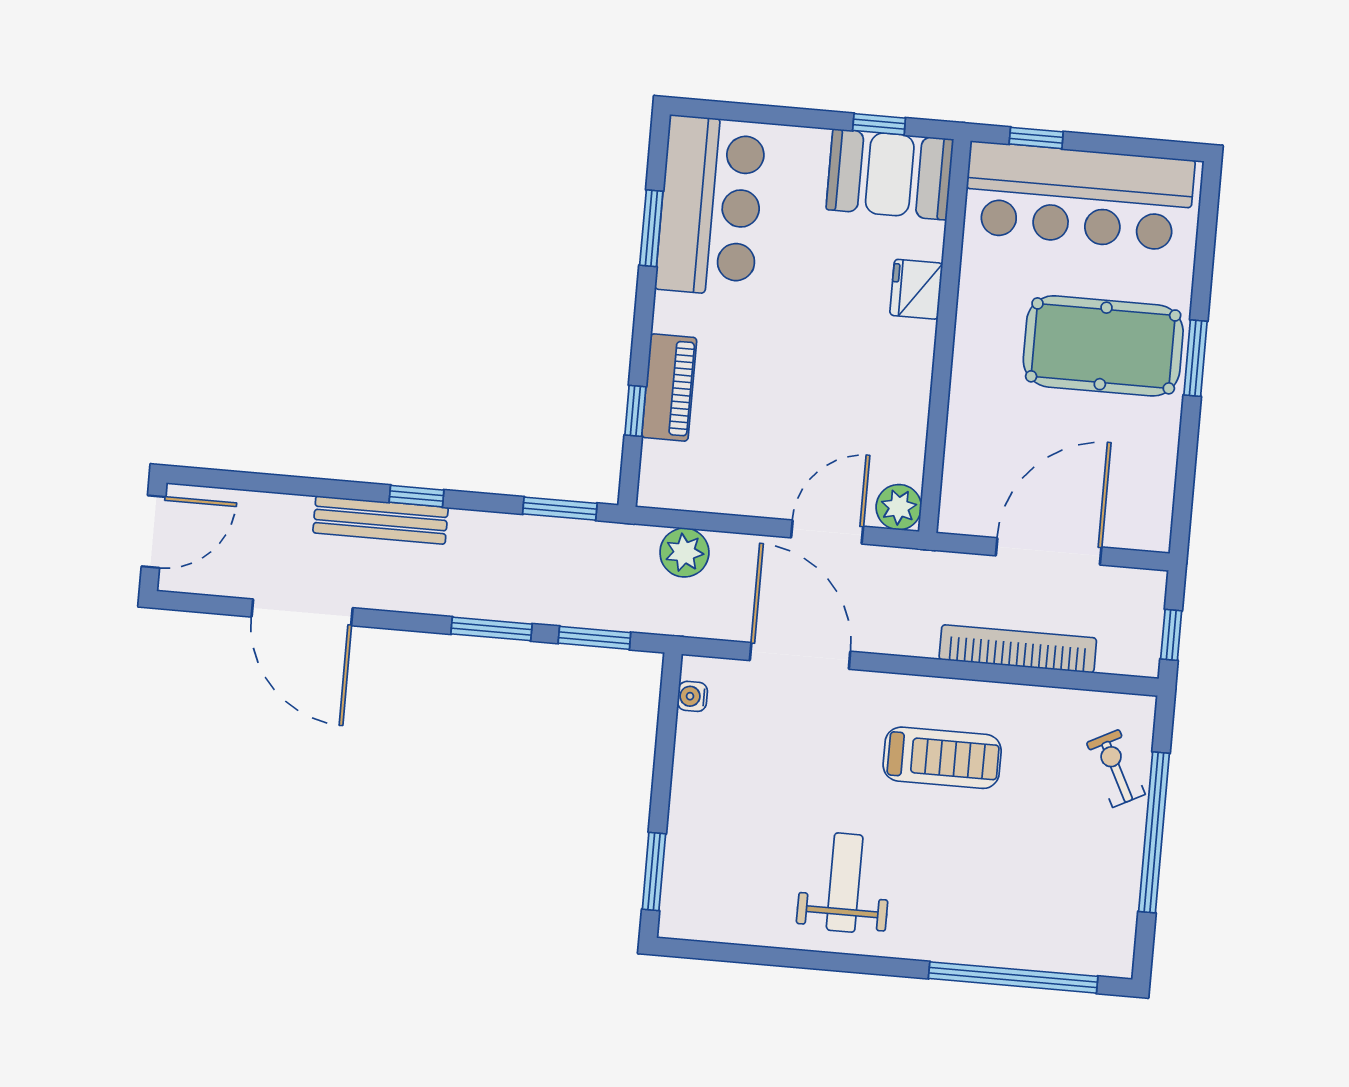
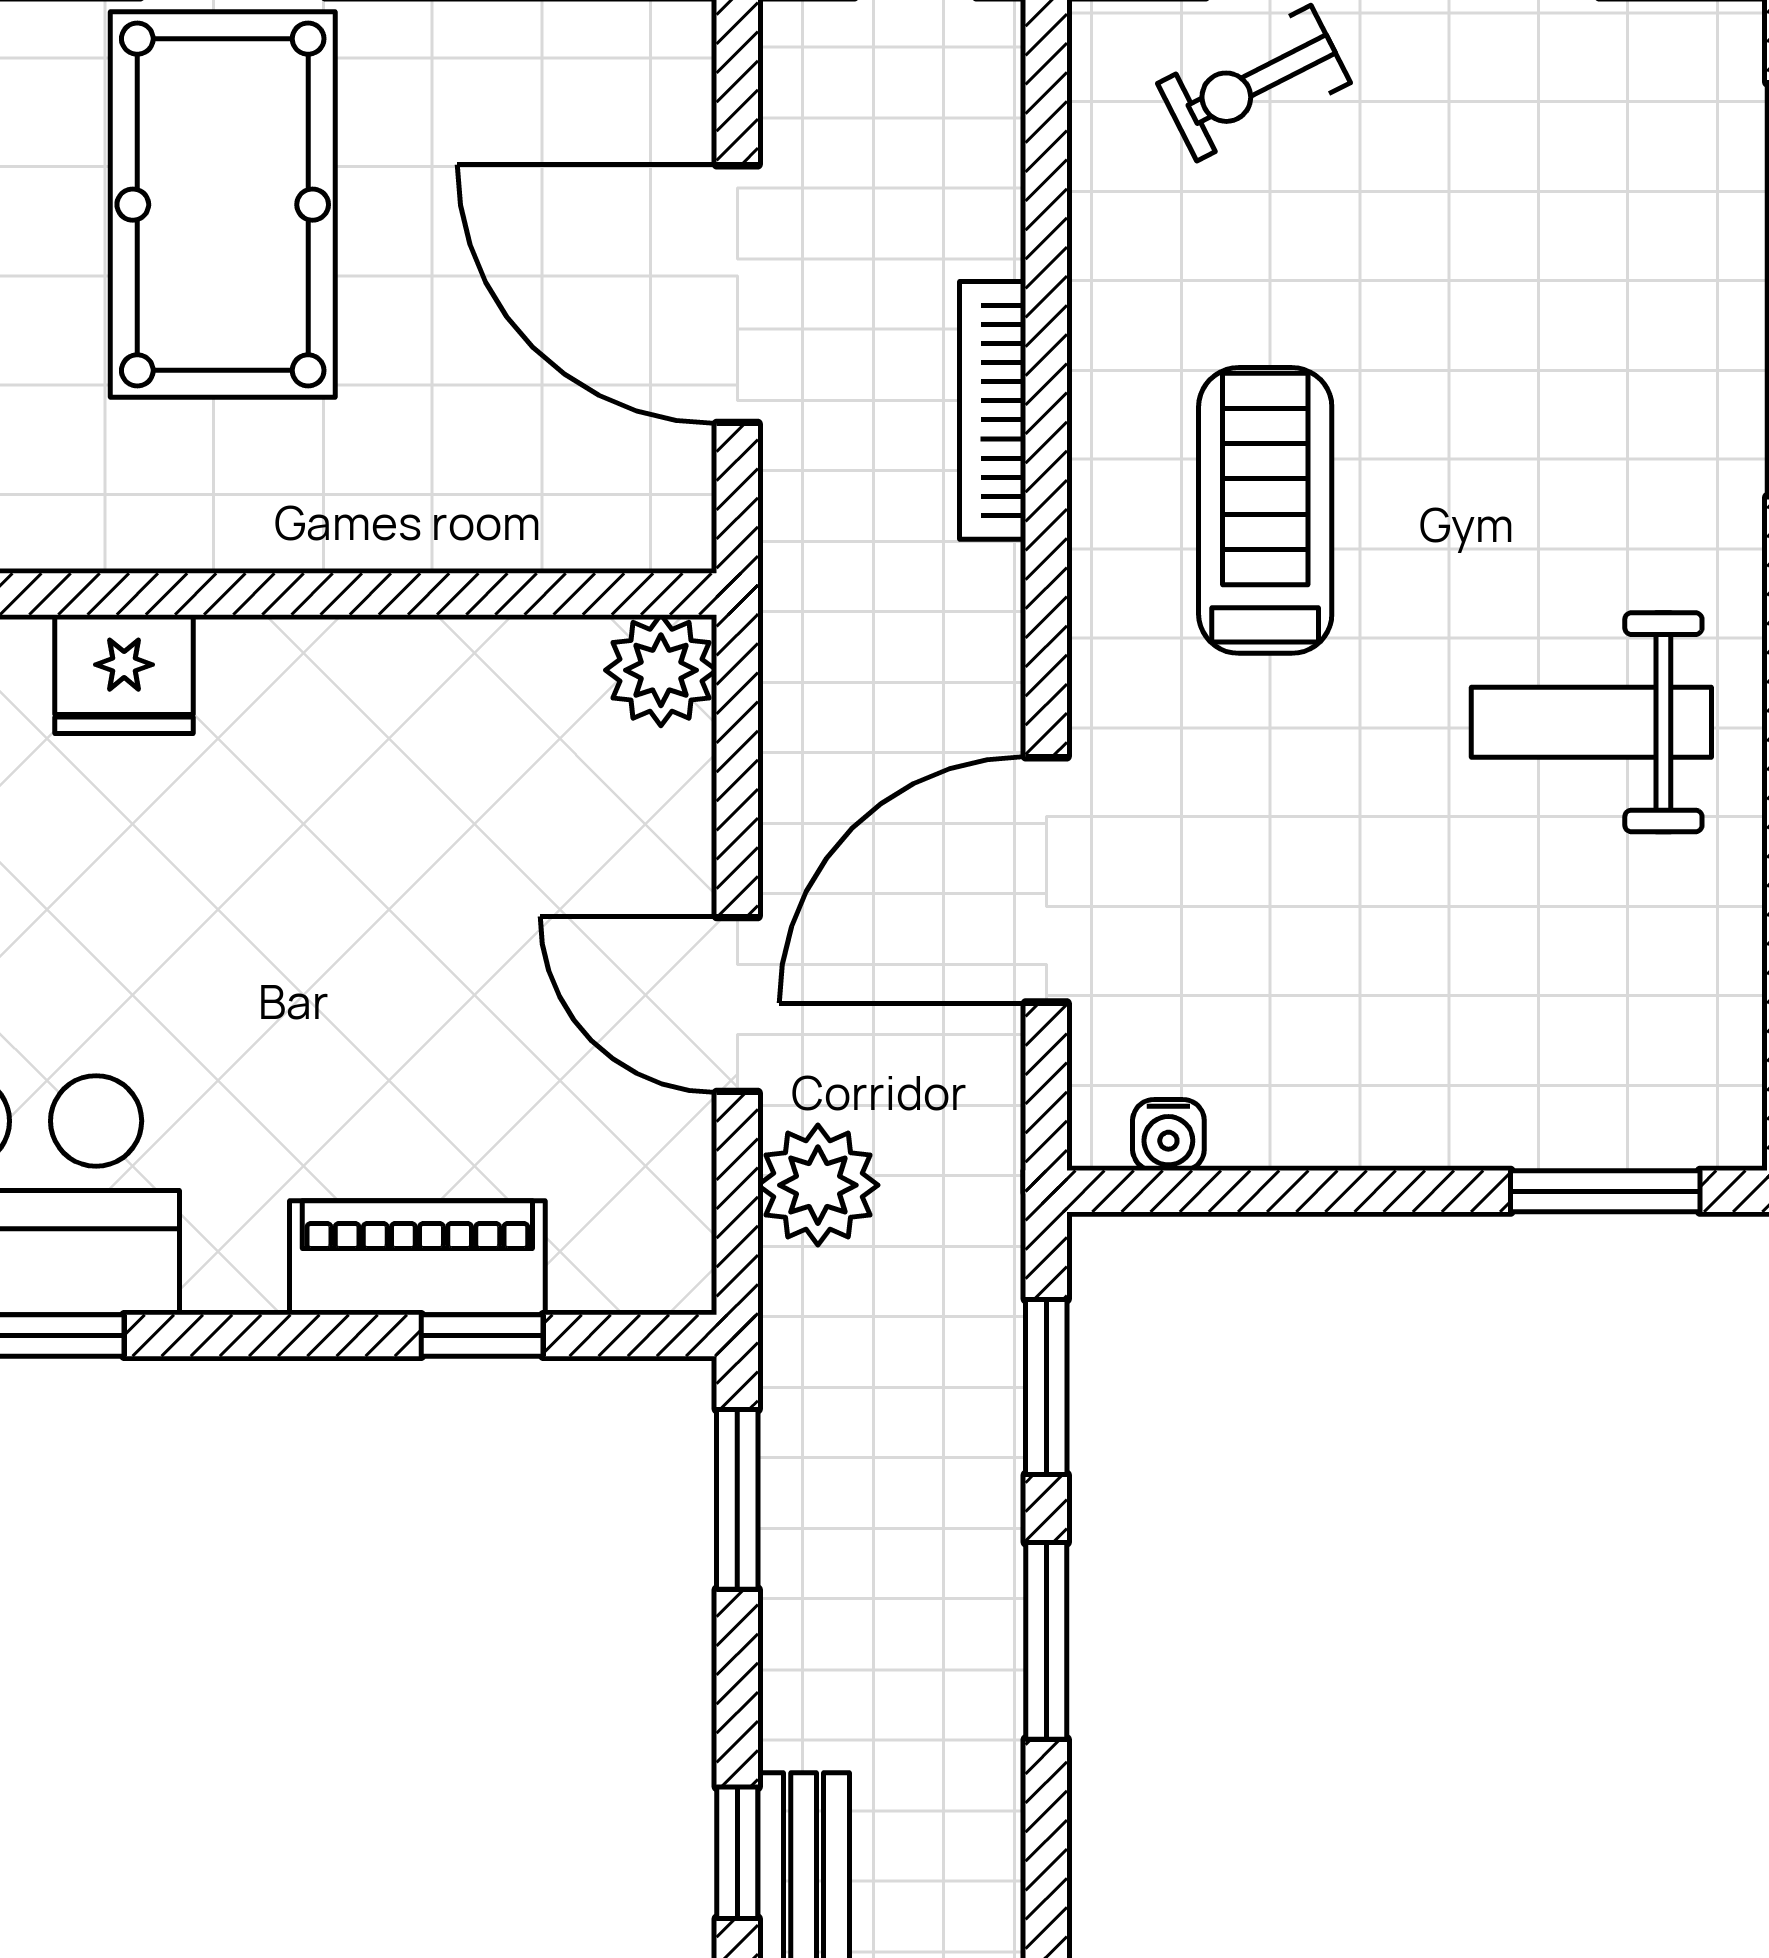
door: (827, 532) -> (737, 1004), moved
bookcase: (1018, 649) -> (993, 410), width x0.68, depth x0.76

